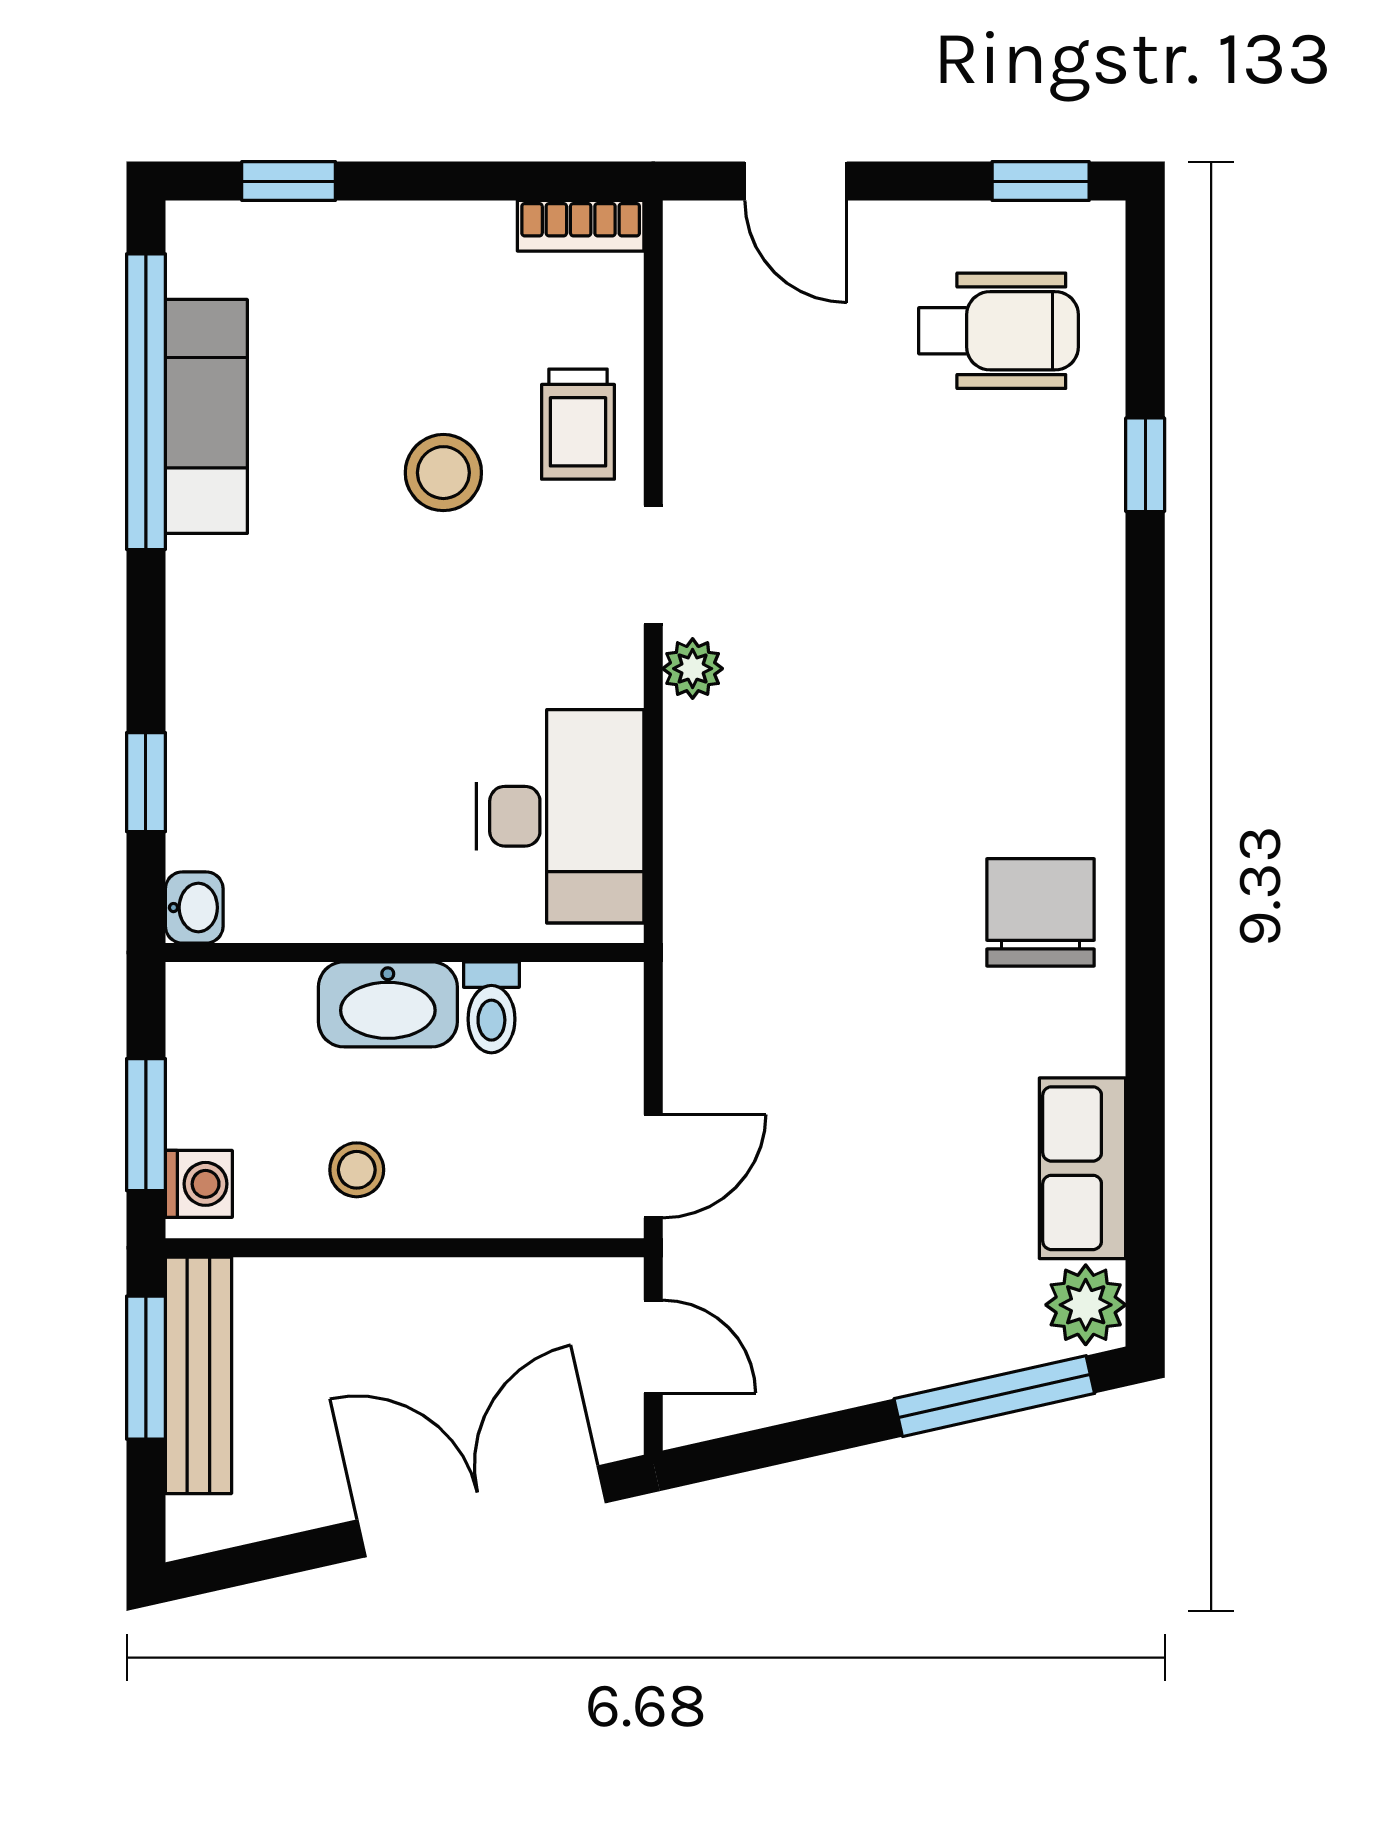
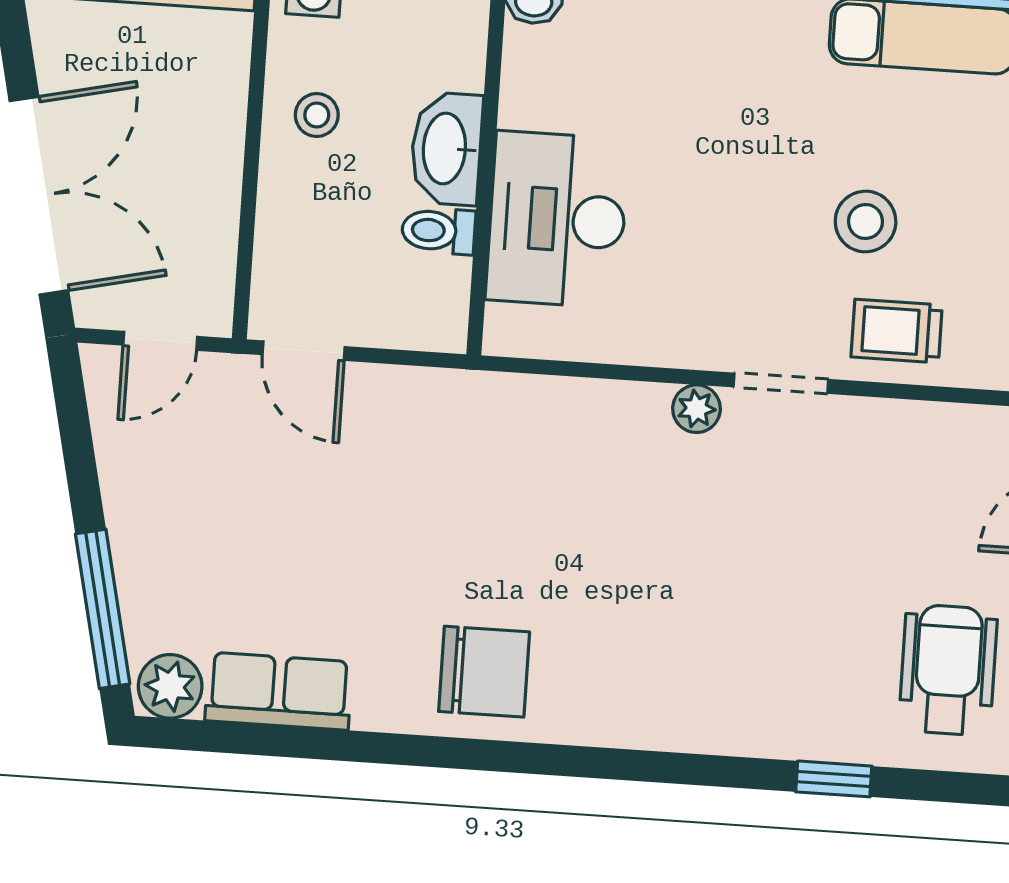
wheelchair: (999, 331) -> (948, 670), turned 180
desk: (560, 816) -> (557, 219), moved, turned 90

